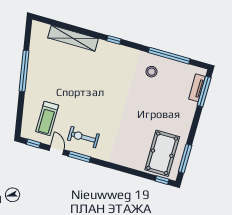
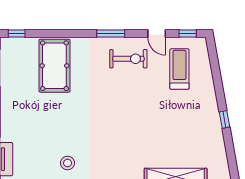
window: (24, 71) -> (224, 119), width x0.32
pool table: (162, 153) -> (54, 66), moved
window: (79, 157) -> (111, 33), moved

